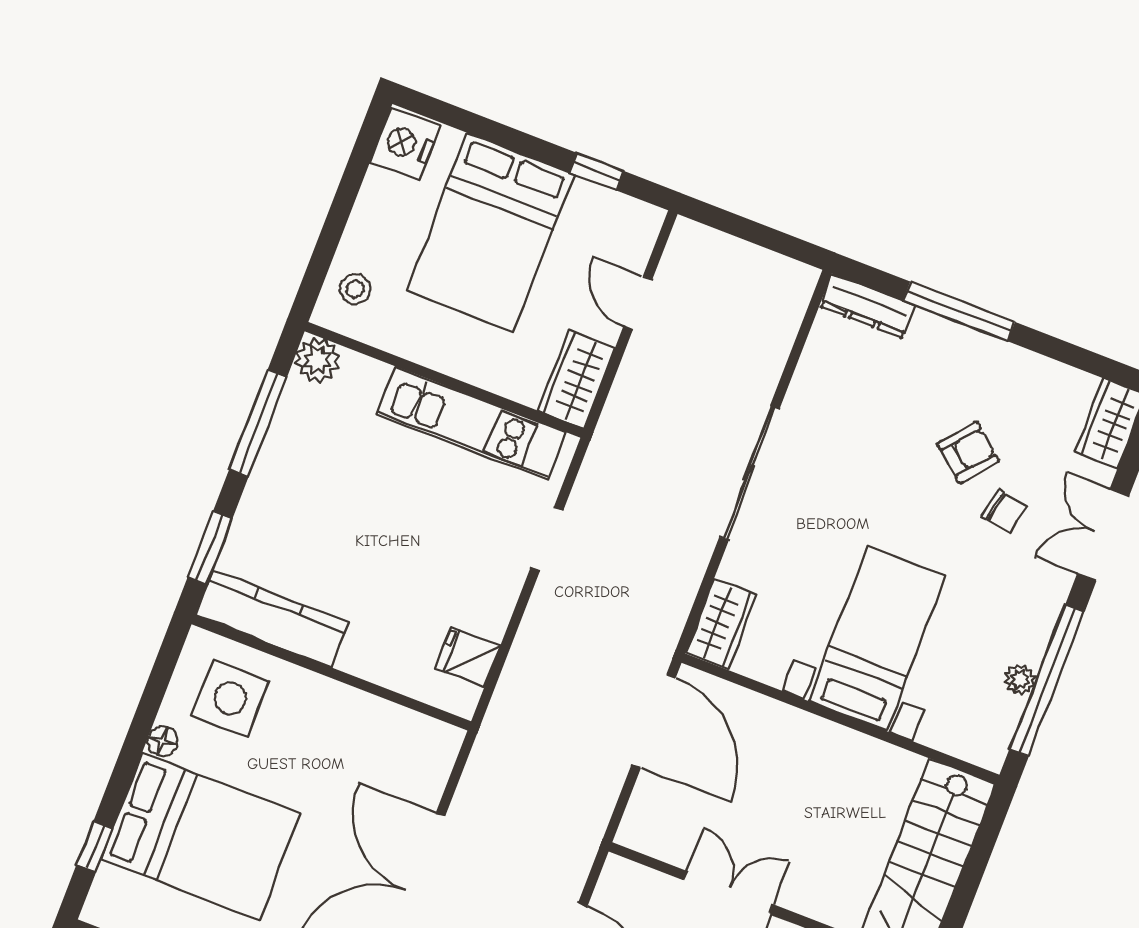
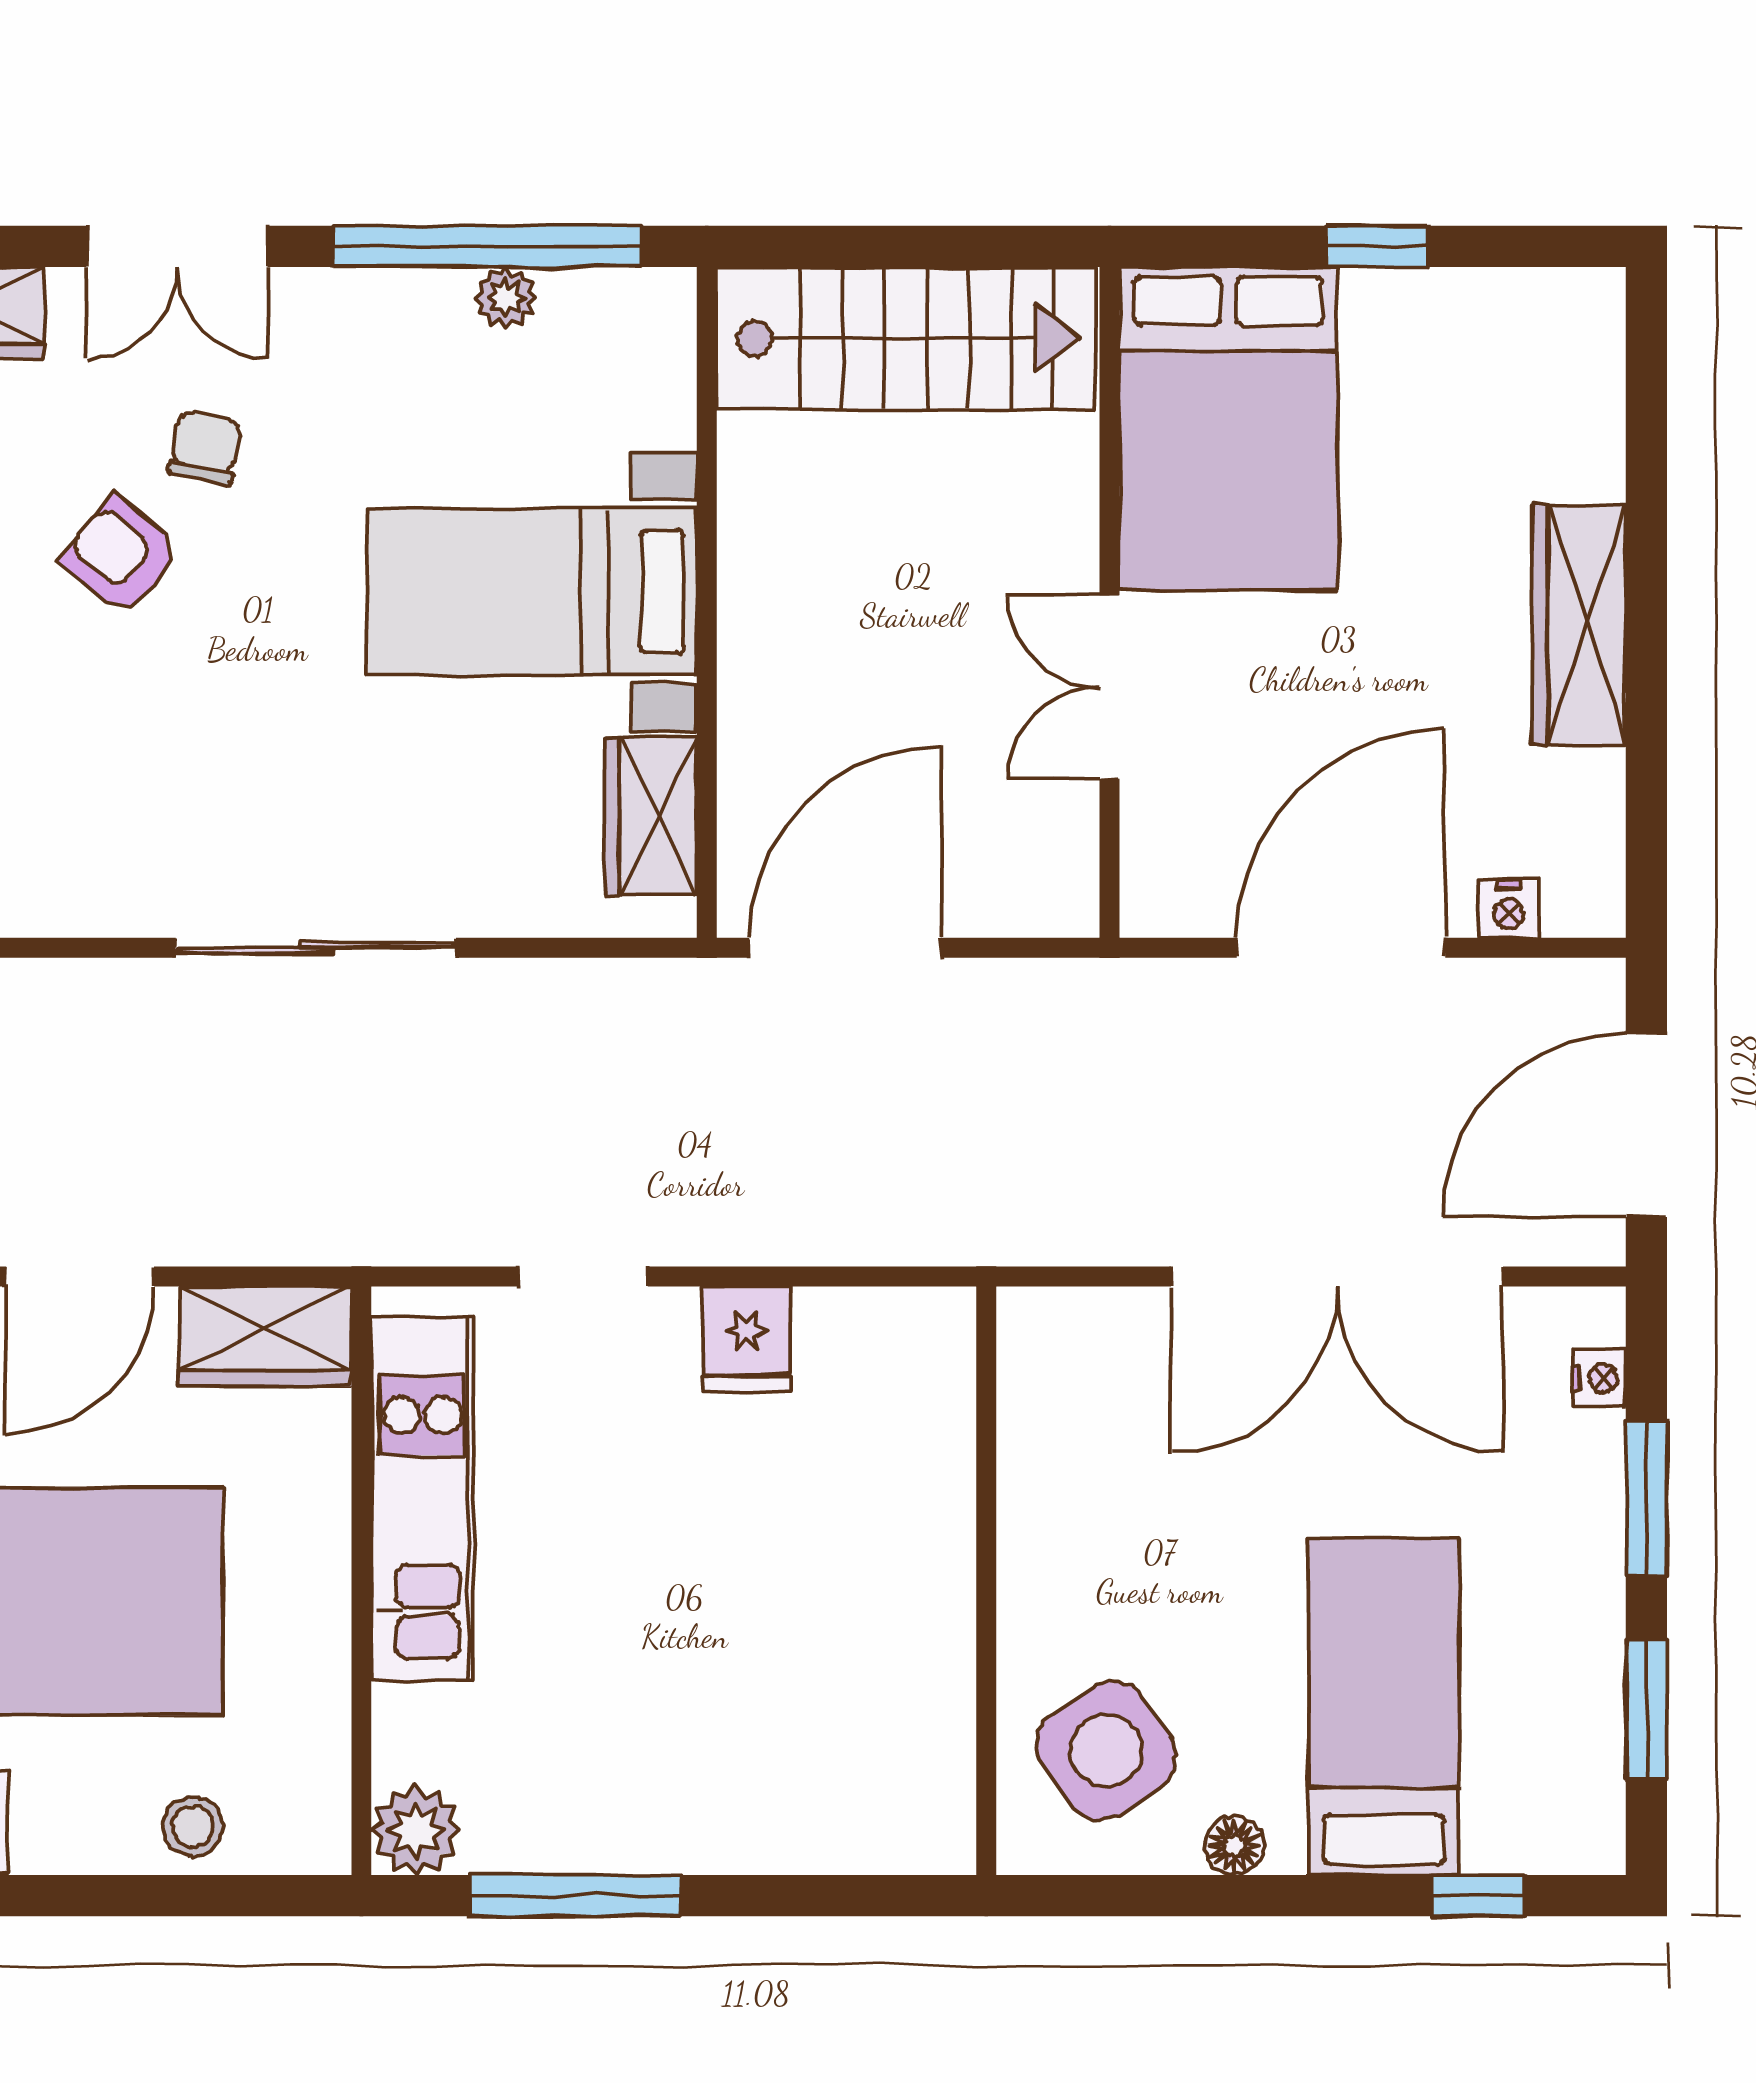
stool: (355, 289) -> (193, 1826), moved
door: (638, 303) -> (80, 1277), width x1.38
window: (210, 548) -> (842, 1896), removed
kitchen counter: (272, 618) -> (928, 1730), removed
wardrobe: (721, 623) -> (651, 817), moved, turned -90
fridge: (468, 657) -> (746, 1339), moved
side table: (230, 698) -> (1106, 1751), turned -34
bed: (200, 836) -> (1384, 1707), width x0.67

